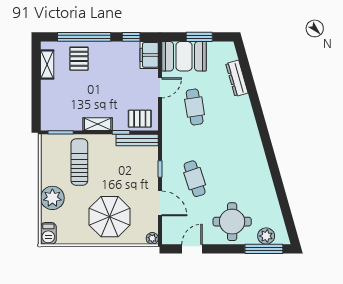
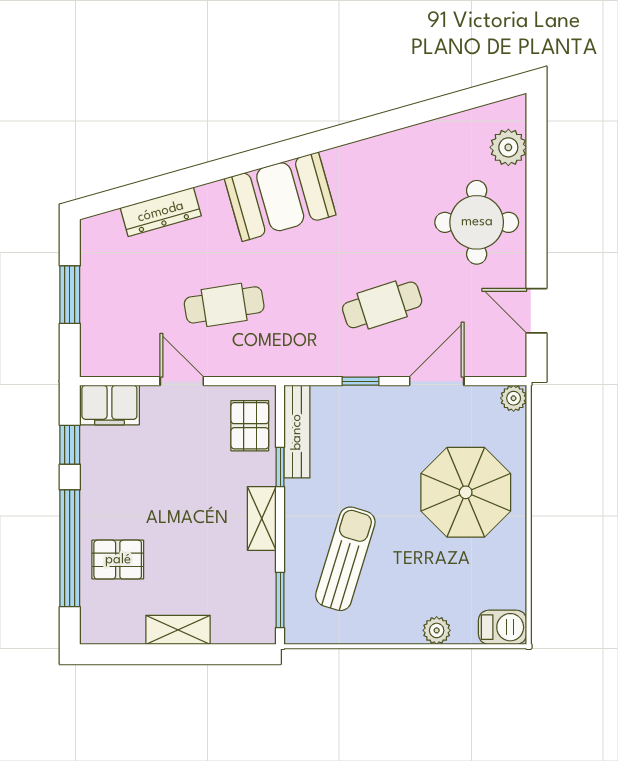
booth: (184, 56) -> (280, 197), moved, turned 74
shelving: (47, 64) -> (178, 630), moved
sun lounger: (79, 162) -> (345, 559), turned 107
plant: (52, 198) -> (437, 630), width x0.53, depth x0.53
window: (264, 249) -> (537, 152), removed

